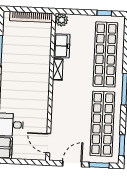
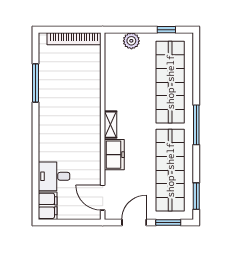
plant: (62, 20) -> (131, 41), moved
freezer: (62, 46) -> (114, 155), moved
shelving: (58, 69) -> (111, 125), moved

